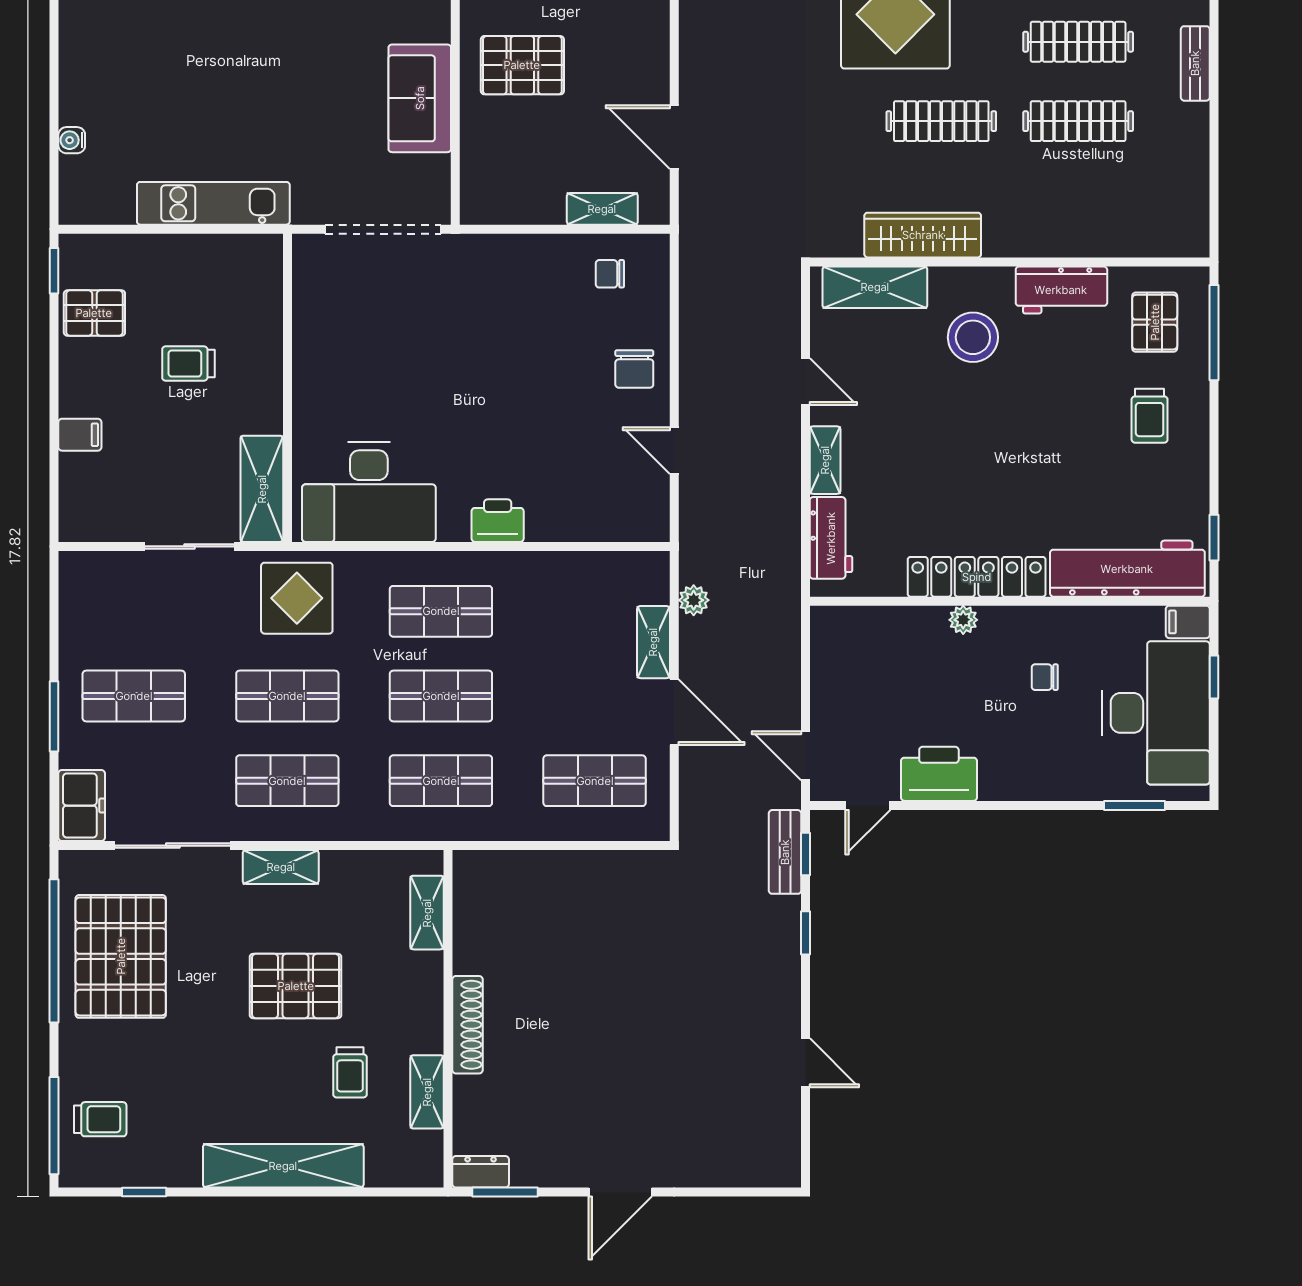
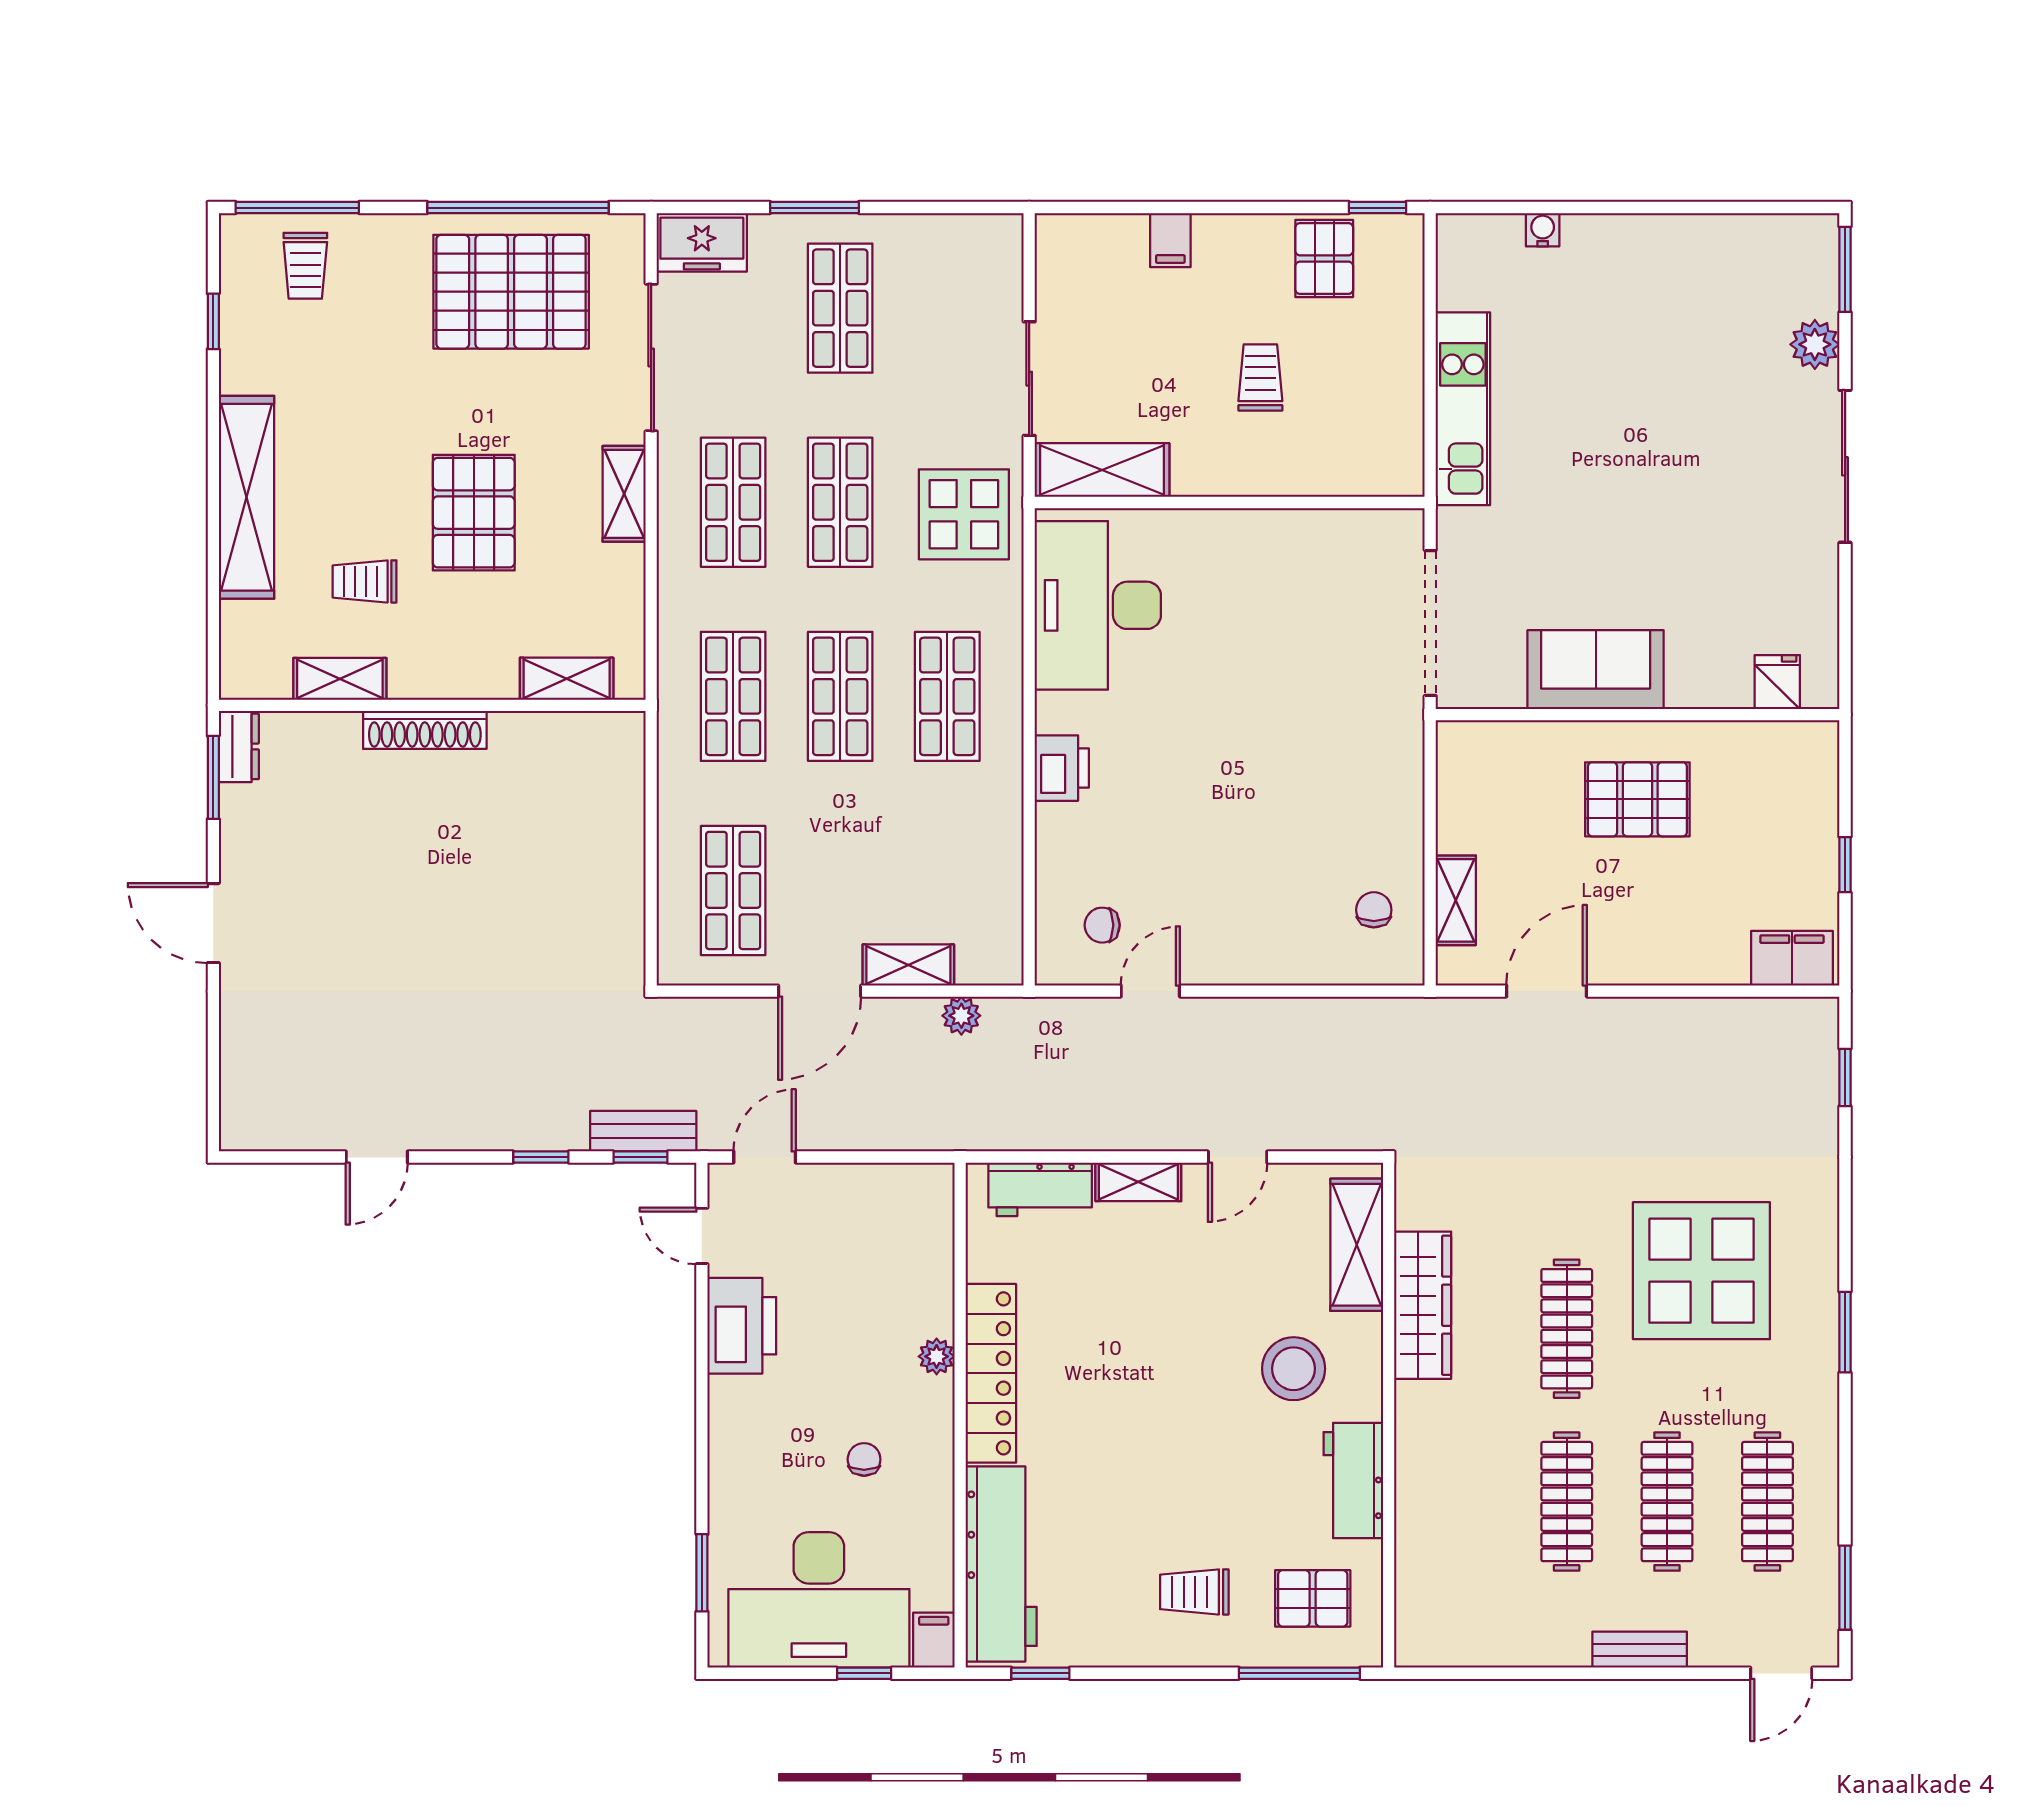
pallet: (522, 65) -> (1637, 799), turned 90
chair: (634, 369) -> (1102, 925), moved, width x0.73, depth x0.73

